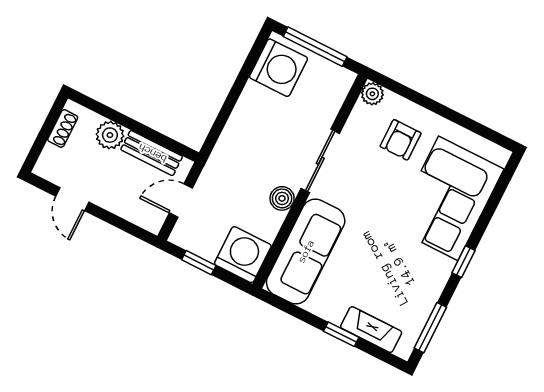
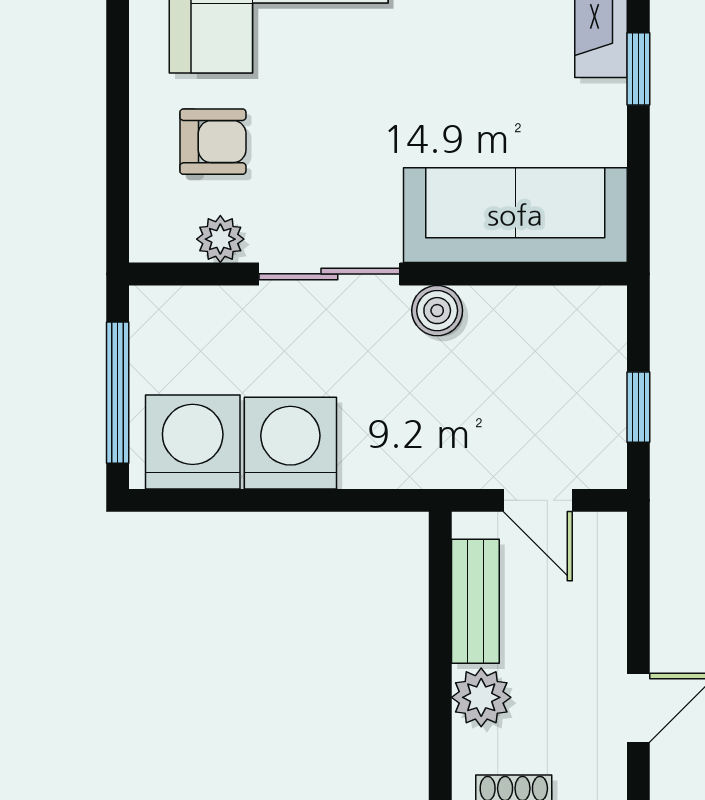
plant: (372, 94) -> (220, 239), moved
washing machine: (243, 255) -> (290, 443), moved, turned 90

